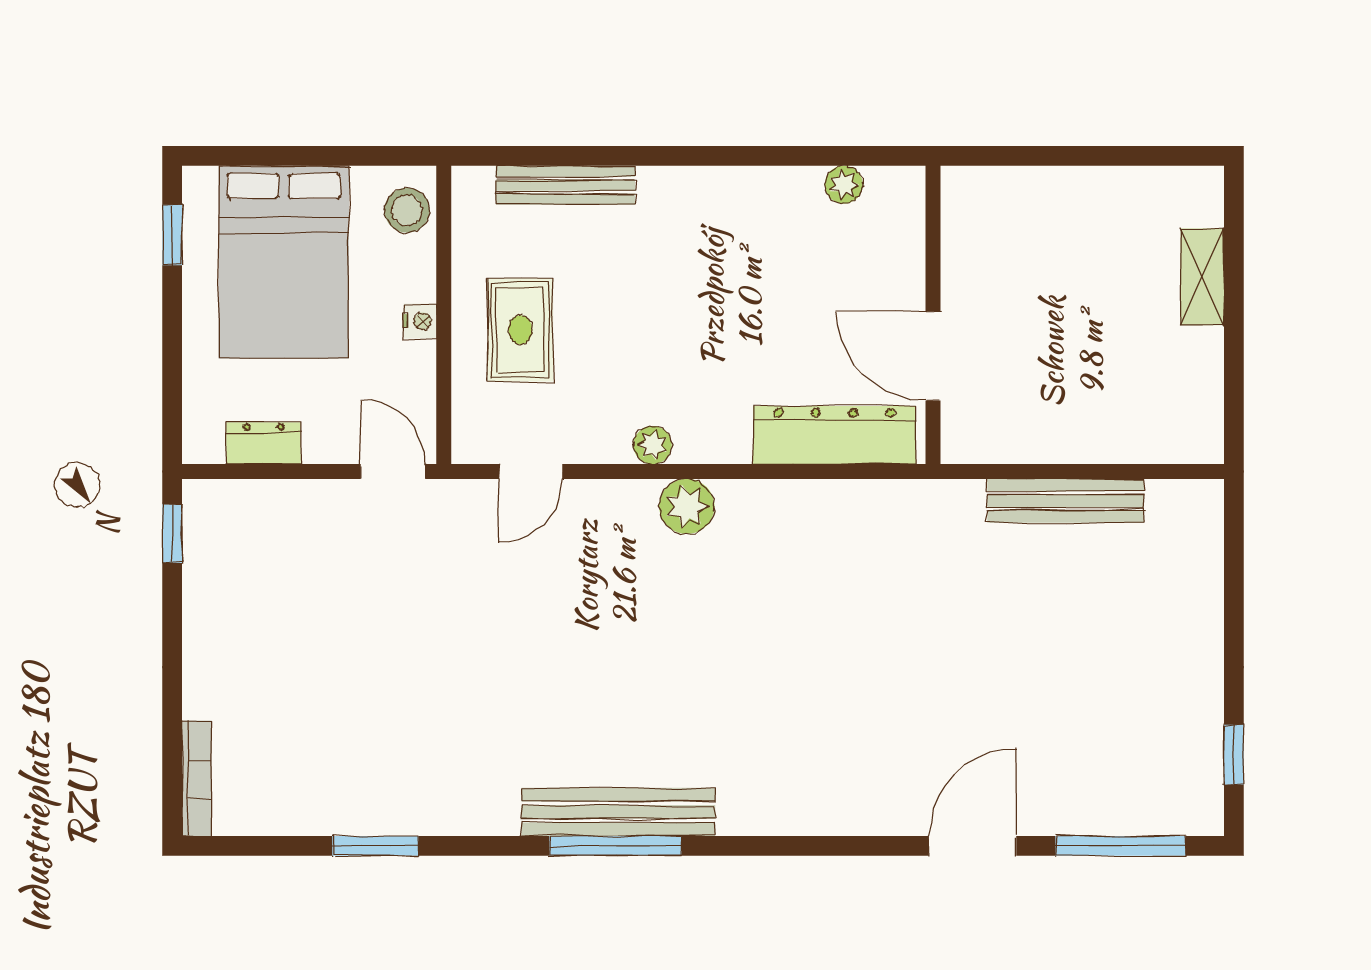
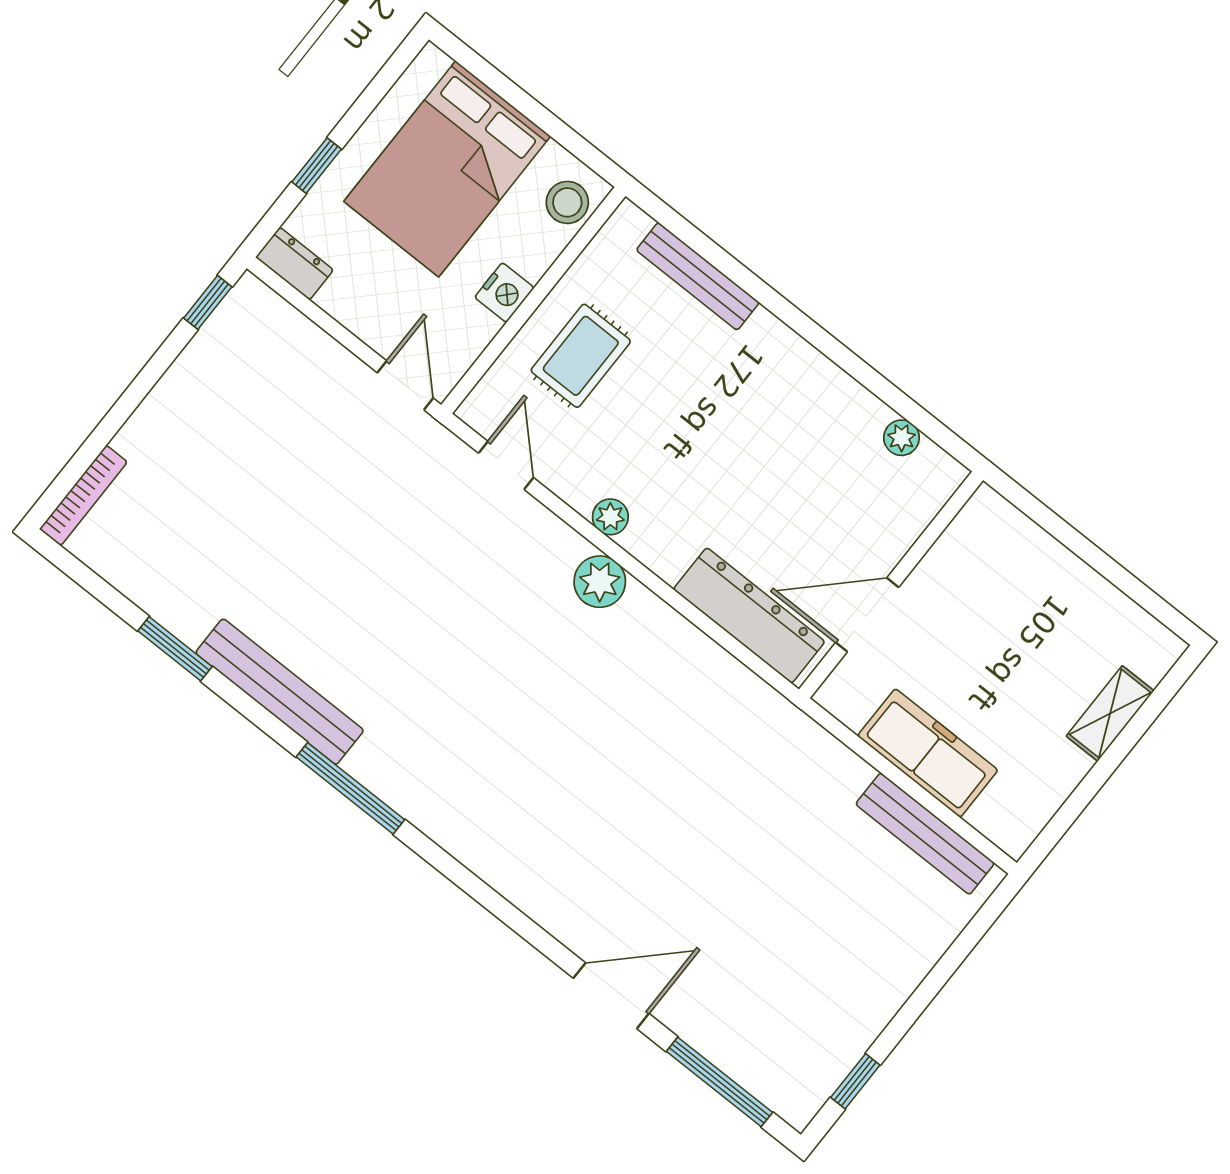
window: (172, 235) -> (317, 166), moved
nightstand: (420, 321) -> (504, 293), width x1.39, depth x1.35
door: (933, 356) -> (867, 615), hinge flipped
freezer: (1076, 431) -> (928, 753), added
dresser: (264, 443) -> (295, 264), moved
door: (531, 471) -> (506, 465), swing flipped
bench: (1066, 501) -> (925, 834), moved
bench: (618, 812) -> (280, 692), moved

